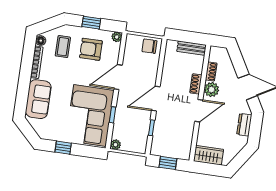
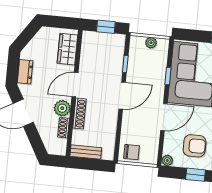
shoe rack: (196, 84) -> (79, 114), width x1.43
plant: (116, 145) -> (151, 43), moved
wardrobe: (209, 155) -> (67, 49), moved, turned 90

